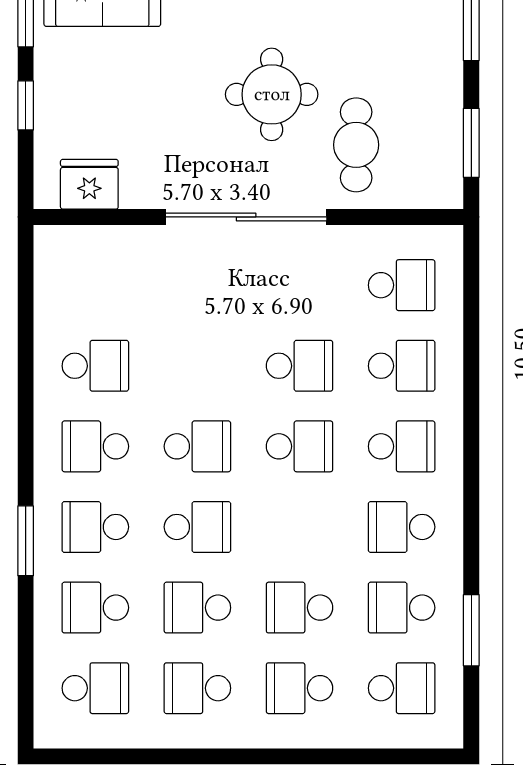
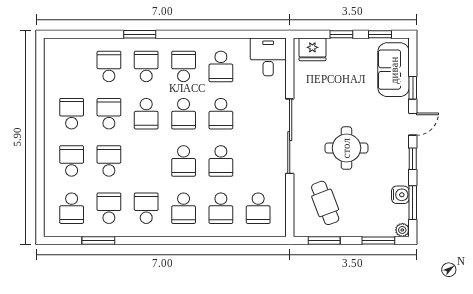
cafe table: (356, 145) -> (325, 203), moved, turned 69
fridge: (89, 184) -> (312, 49), moved, turned 90
desk: (75, 264) -> (268, 57), added
school desk: (95, 688) -> (221, 114), moved

